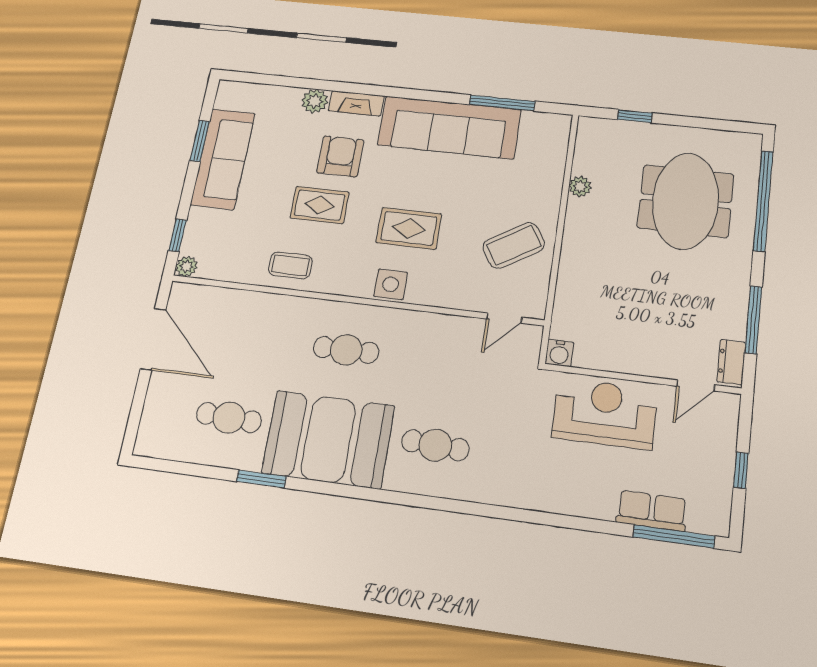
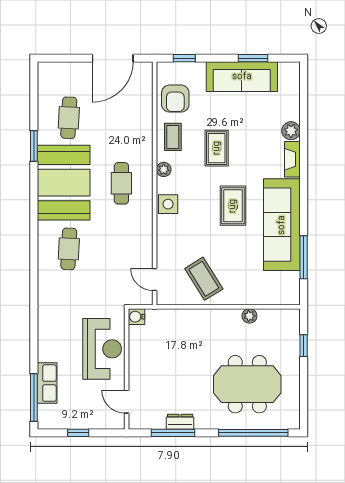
armchair: (340, 156) -> (175, 99), moved, turned 90
rug: (409, 228) -> (233, 206), moved
plant: (186, 266) -> (164, 169), moved
dresser: (731, 362) -> (180, 422), moved

